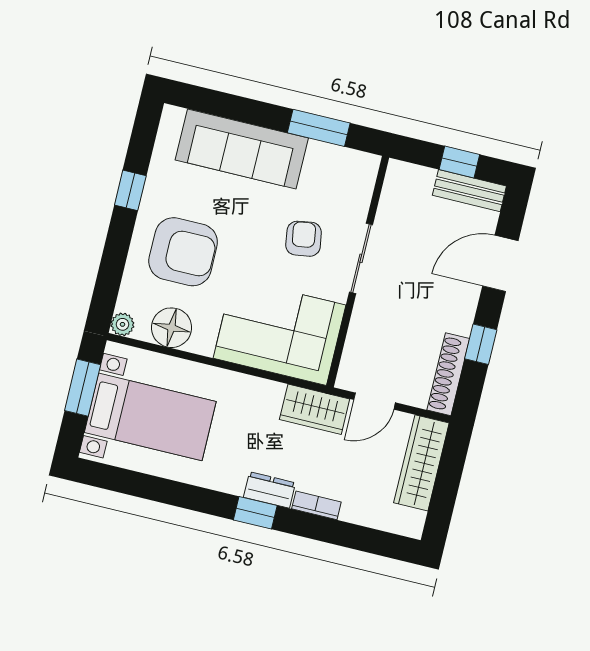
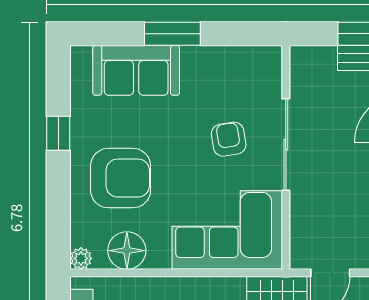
window: (319, 128) -> (172, 34), moved
sofa: (242, 149) -> (136, 70), width x0.73
sliding door: (361, 258) -> (286, 145), width x1.37

